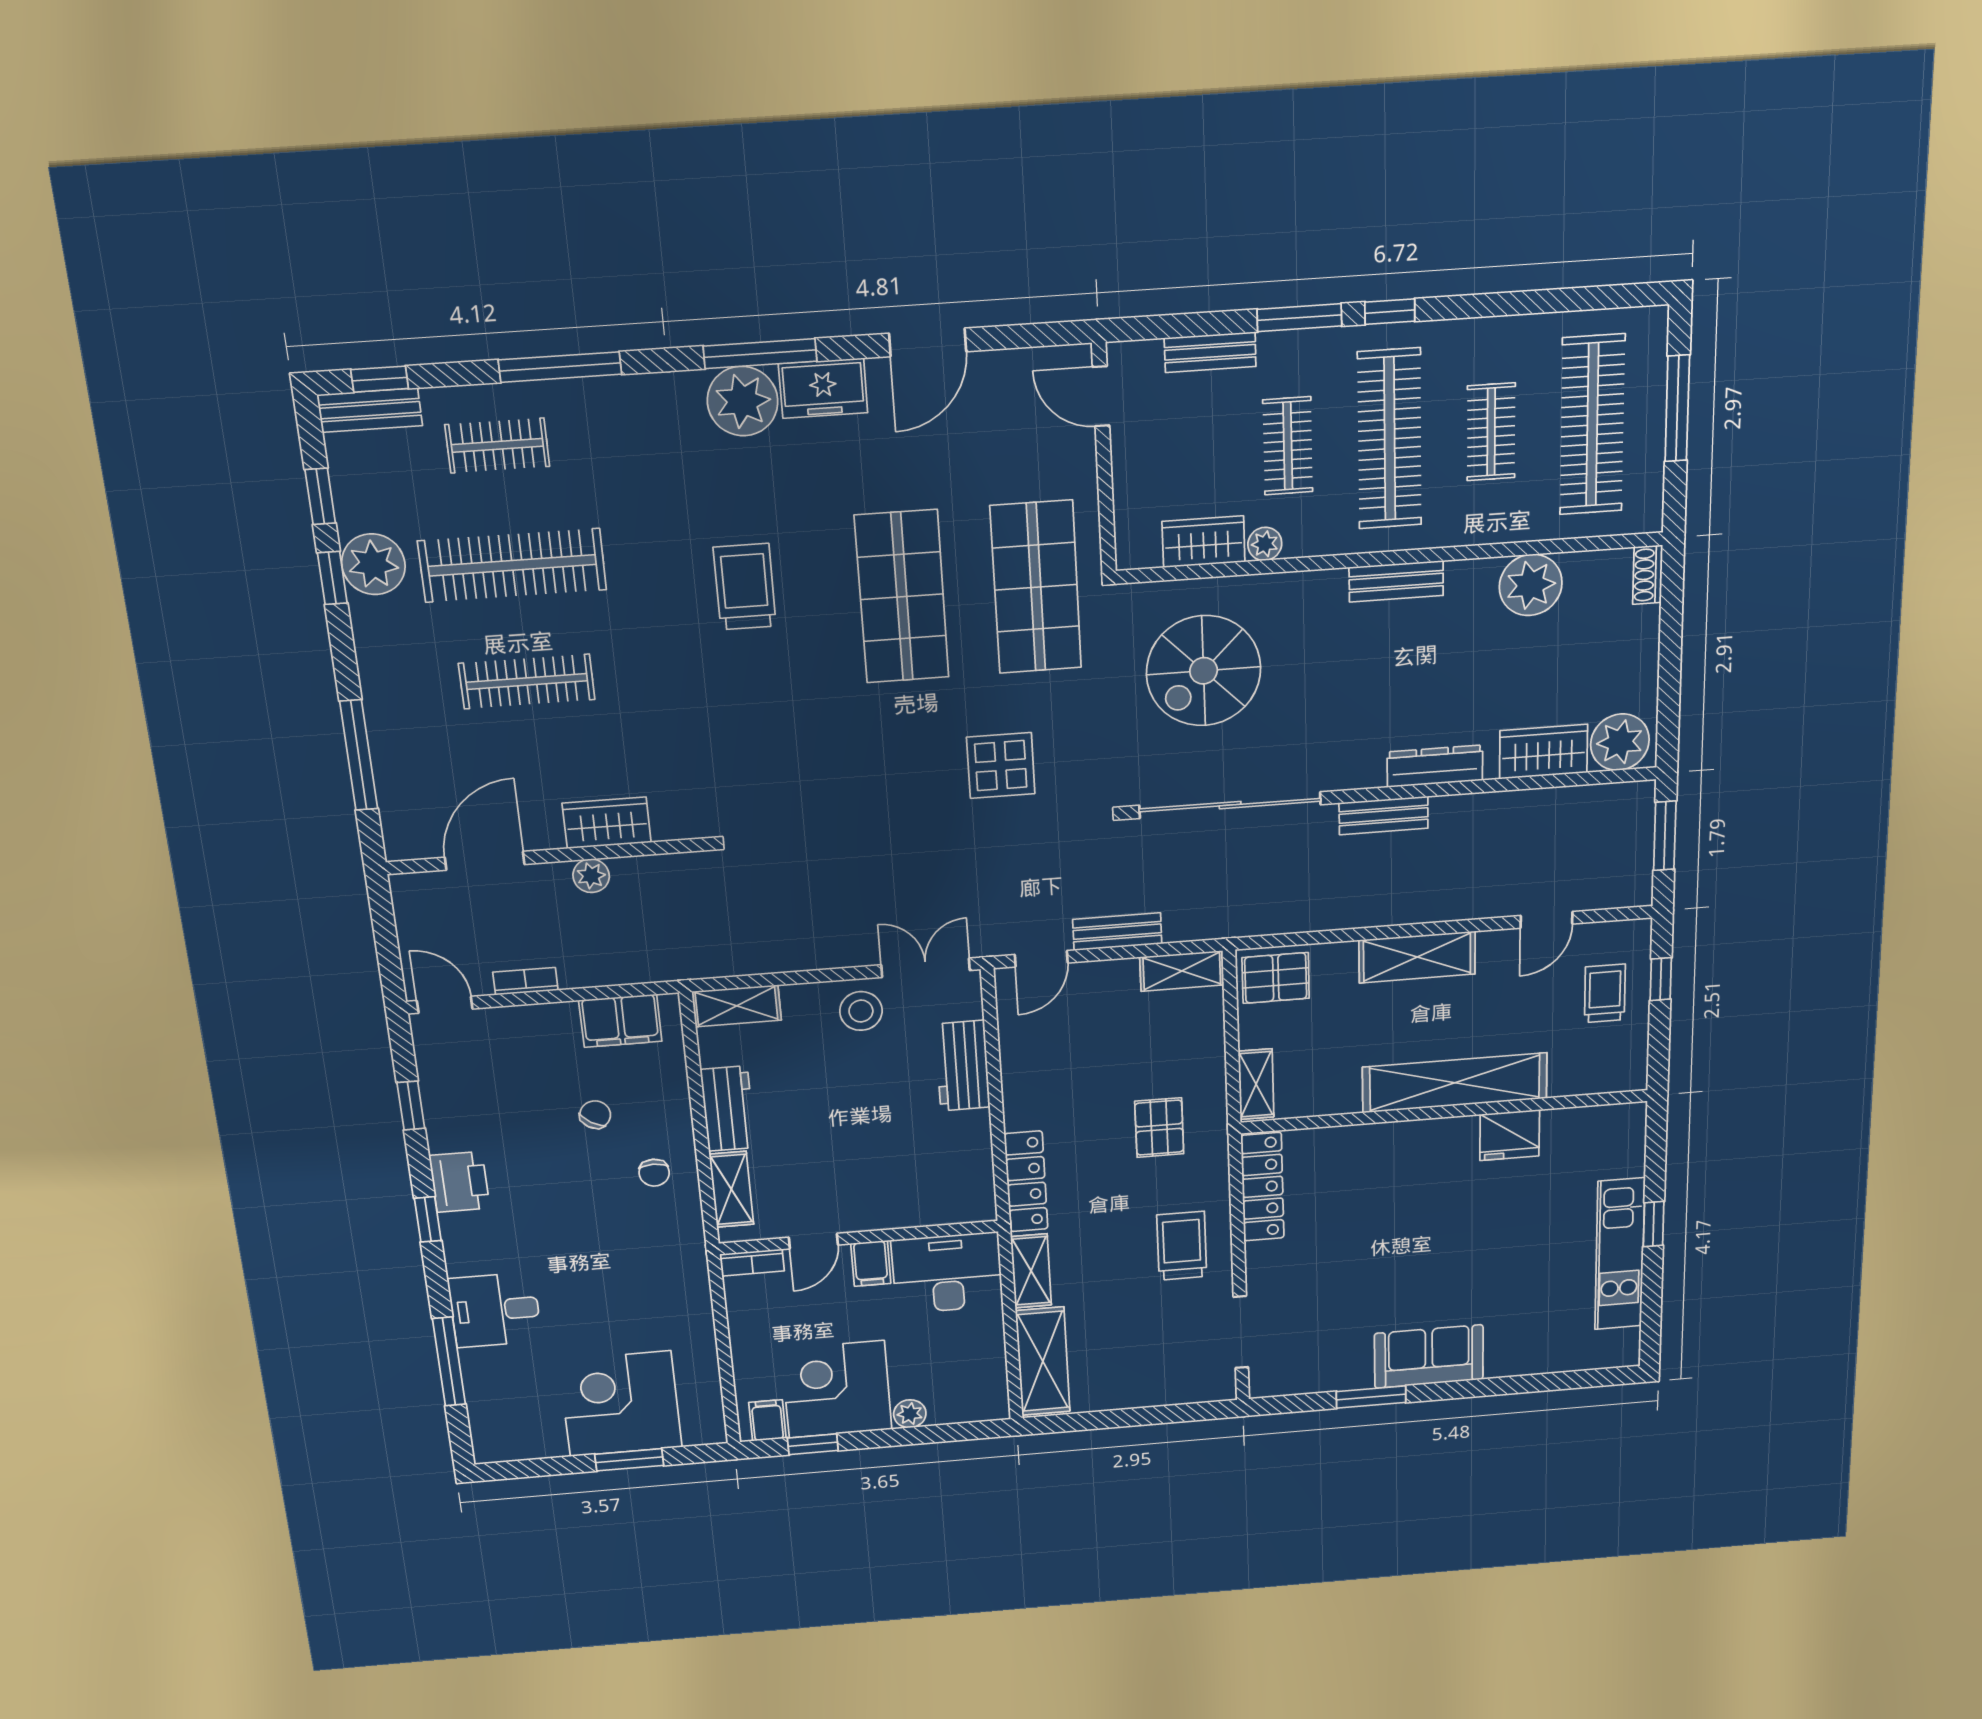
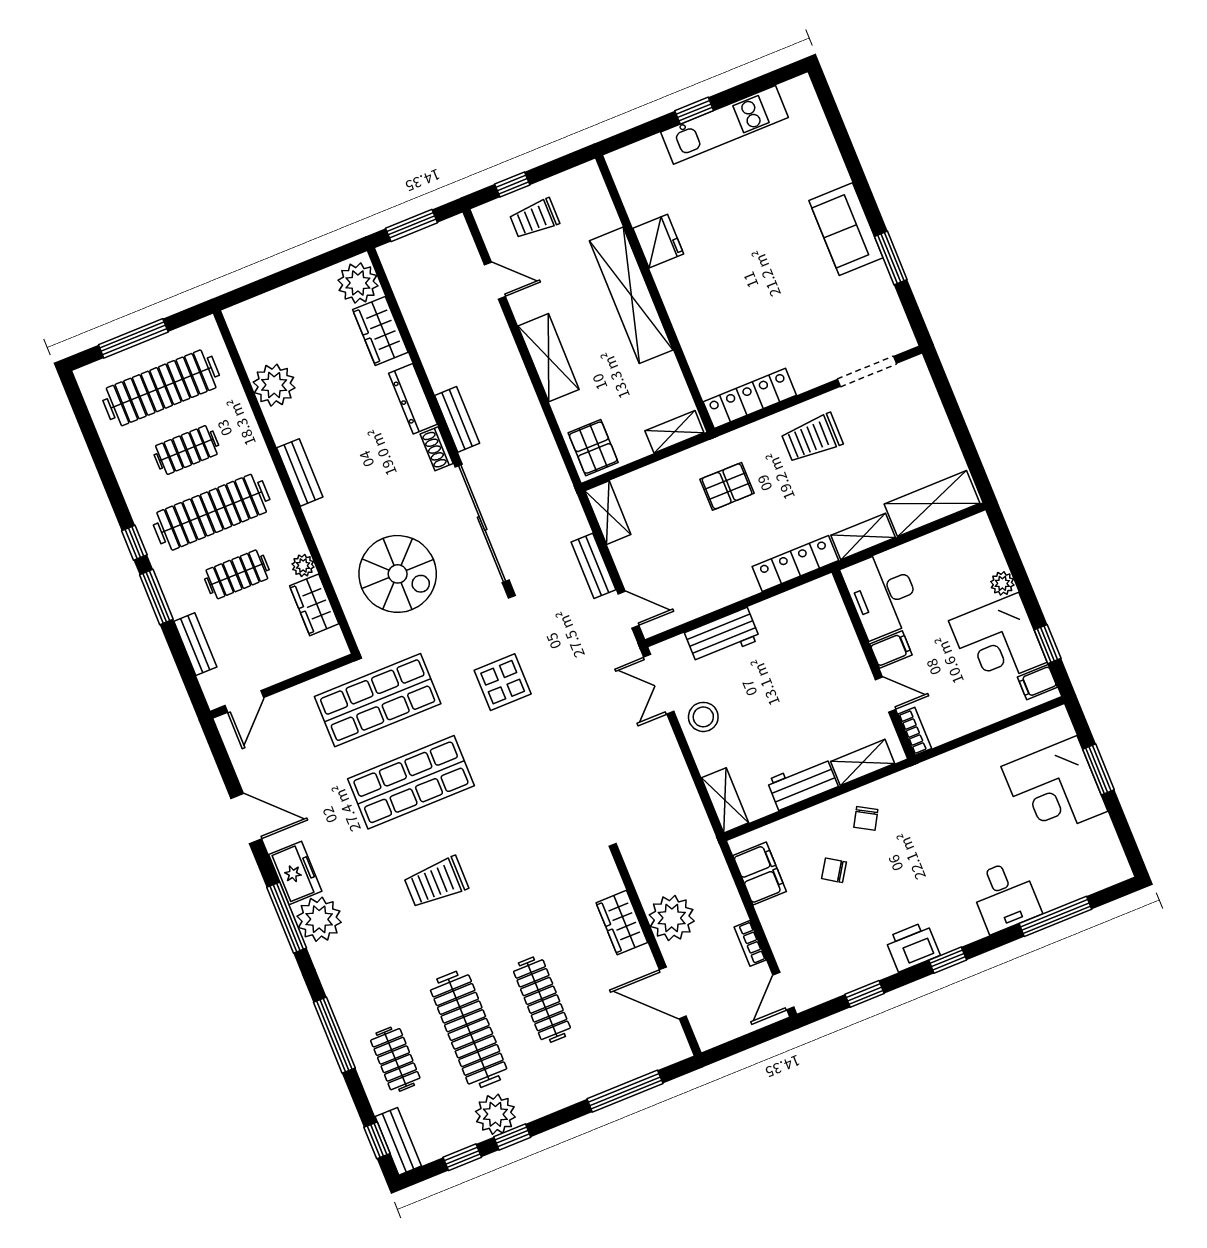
shoe rack: (1648, 575) -> (437, 449), moved, turned 90
plant: (591, 876) -> (672, 918), width x1.88, depth x1.88
chair: (654, 1173) -> (866, 818), turned 120

